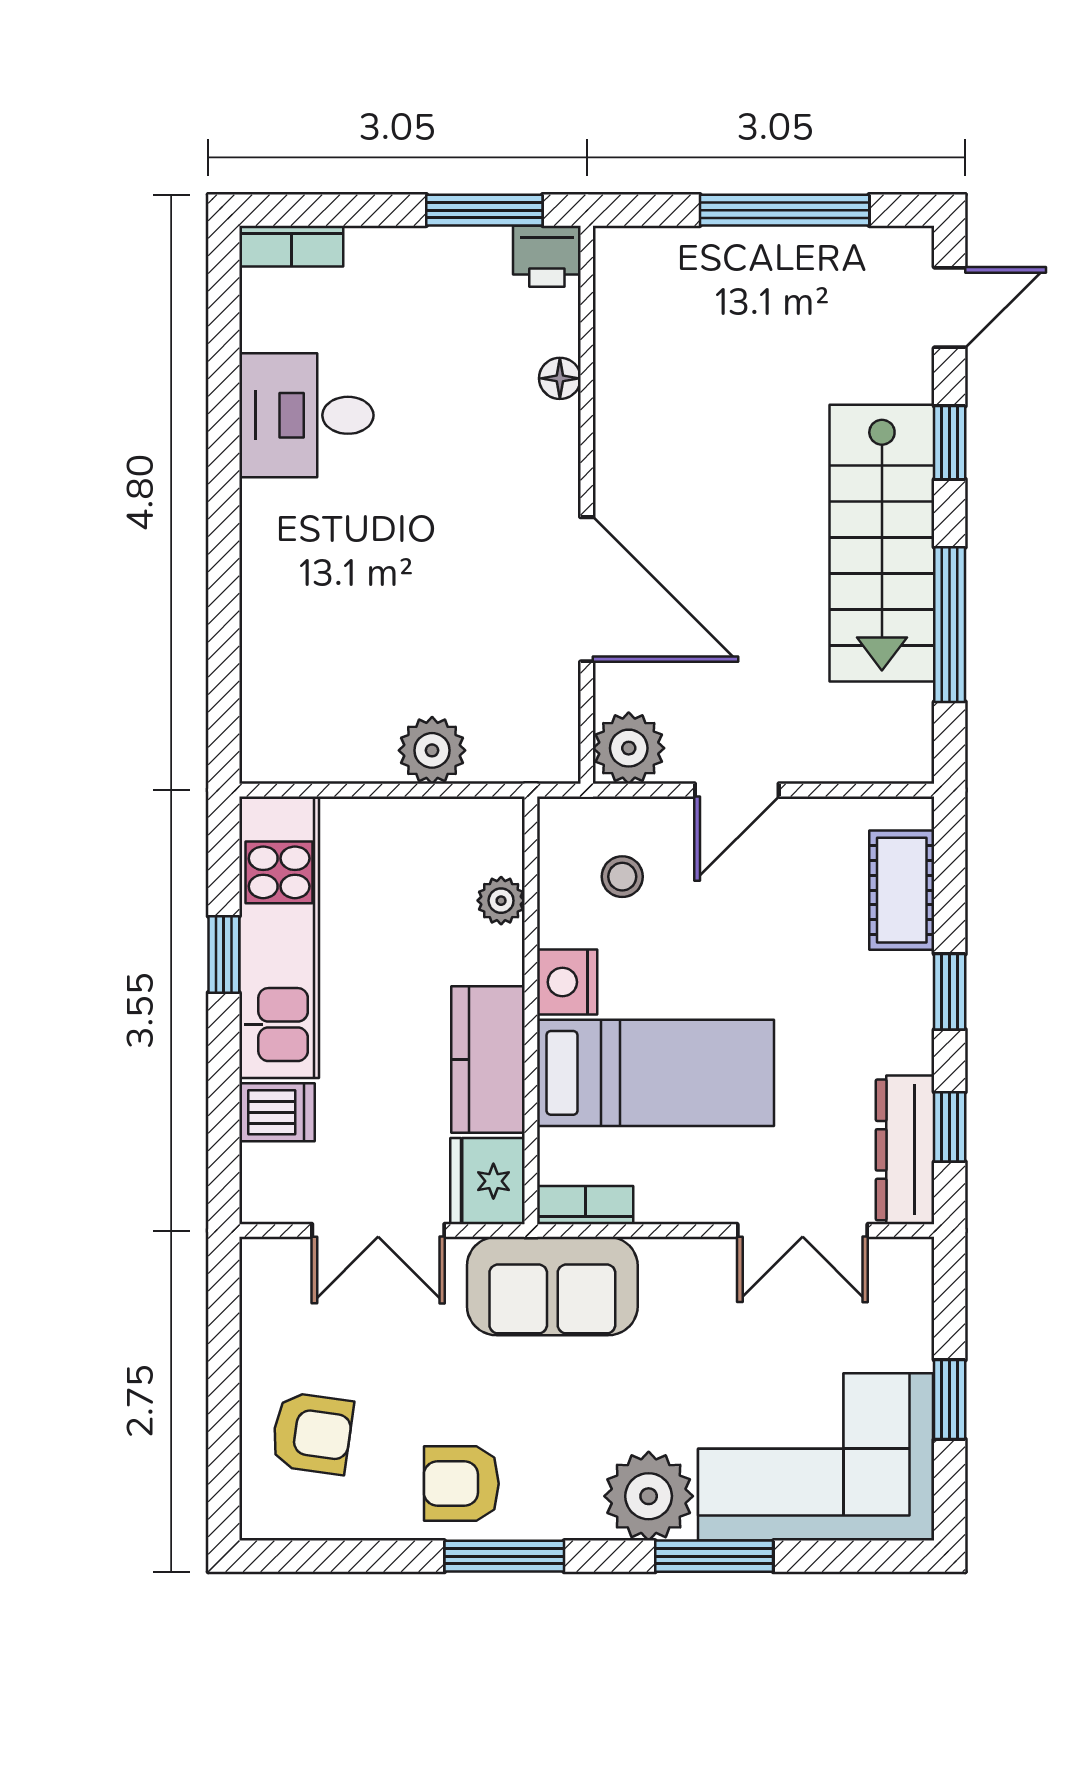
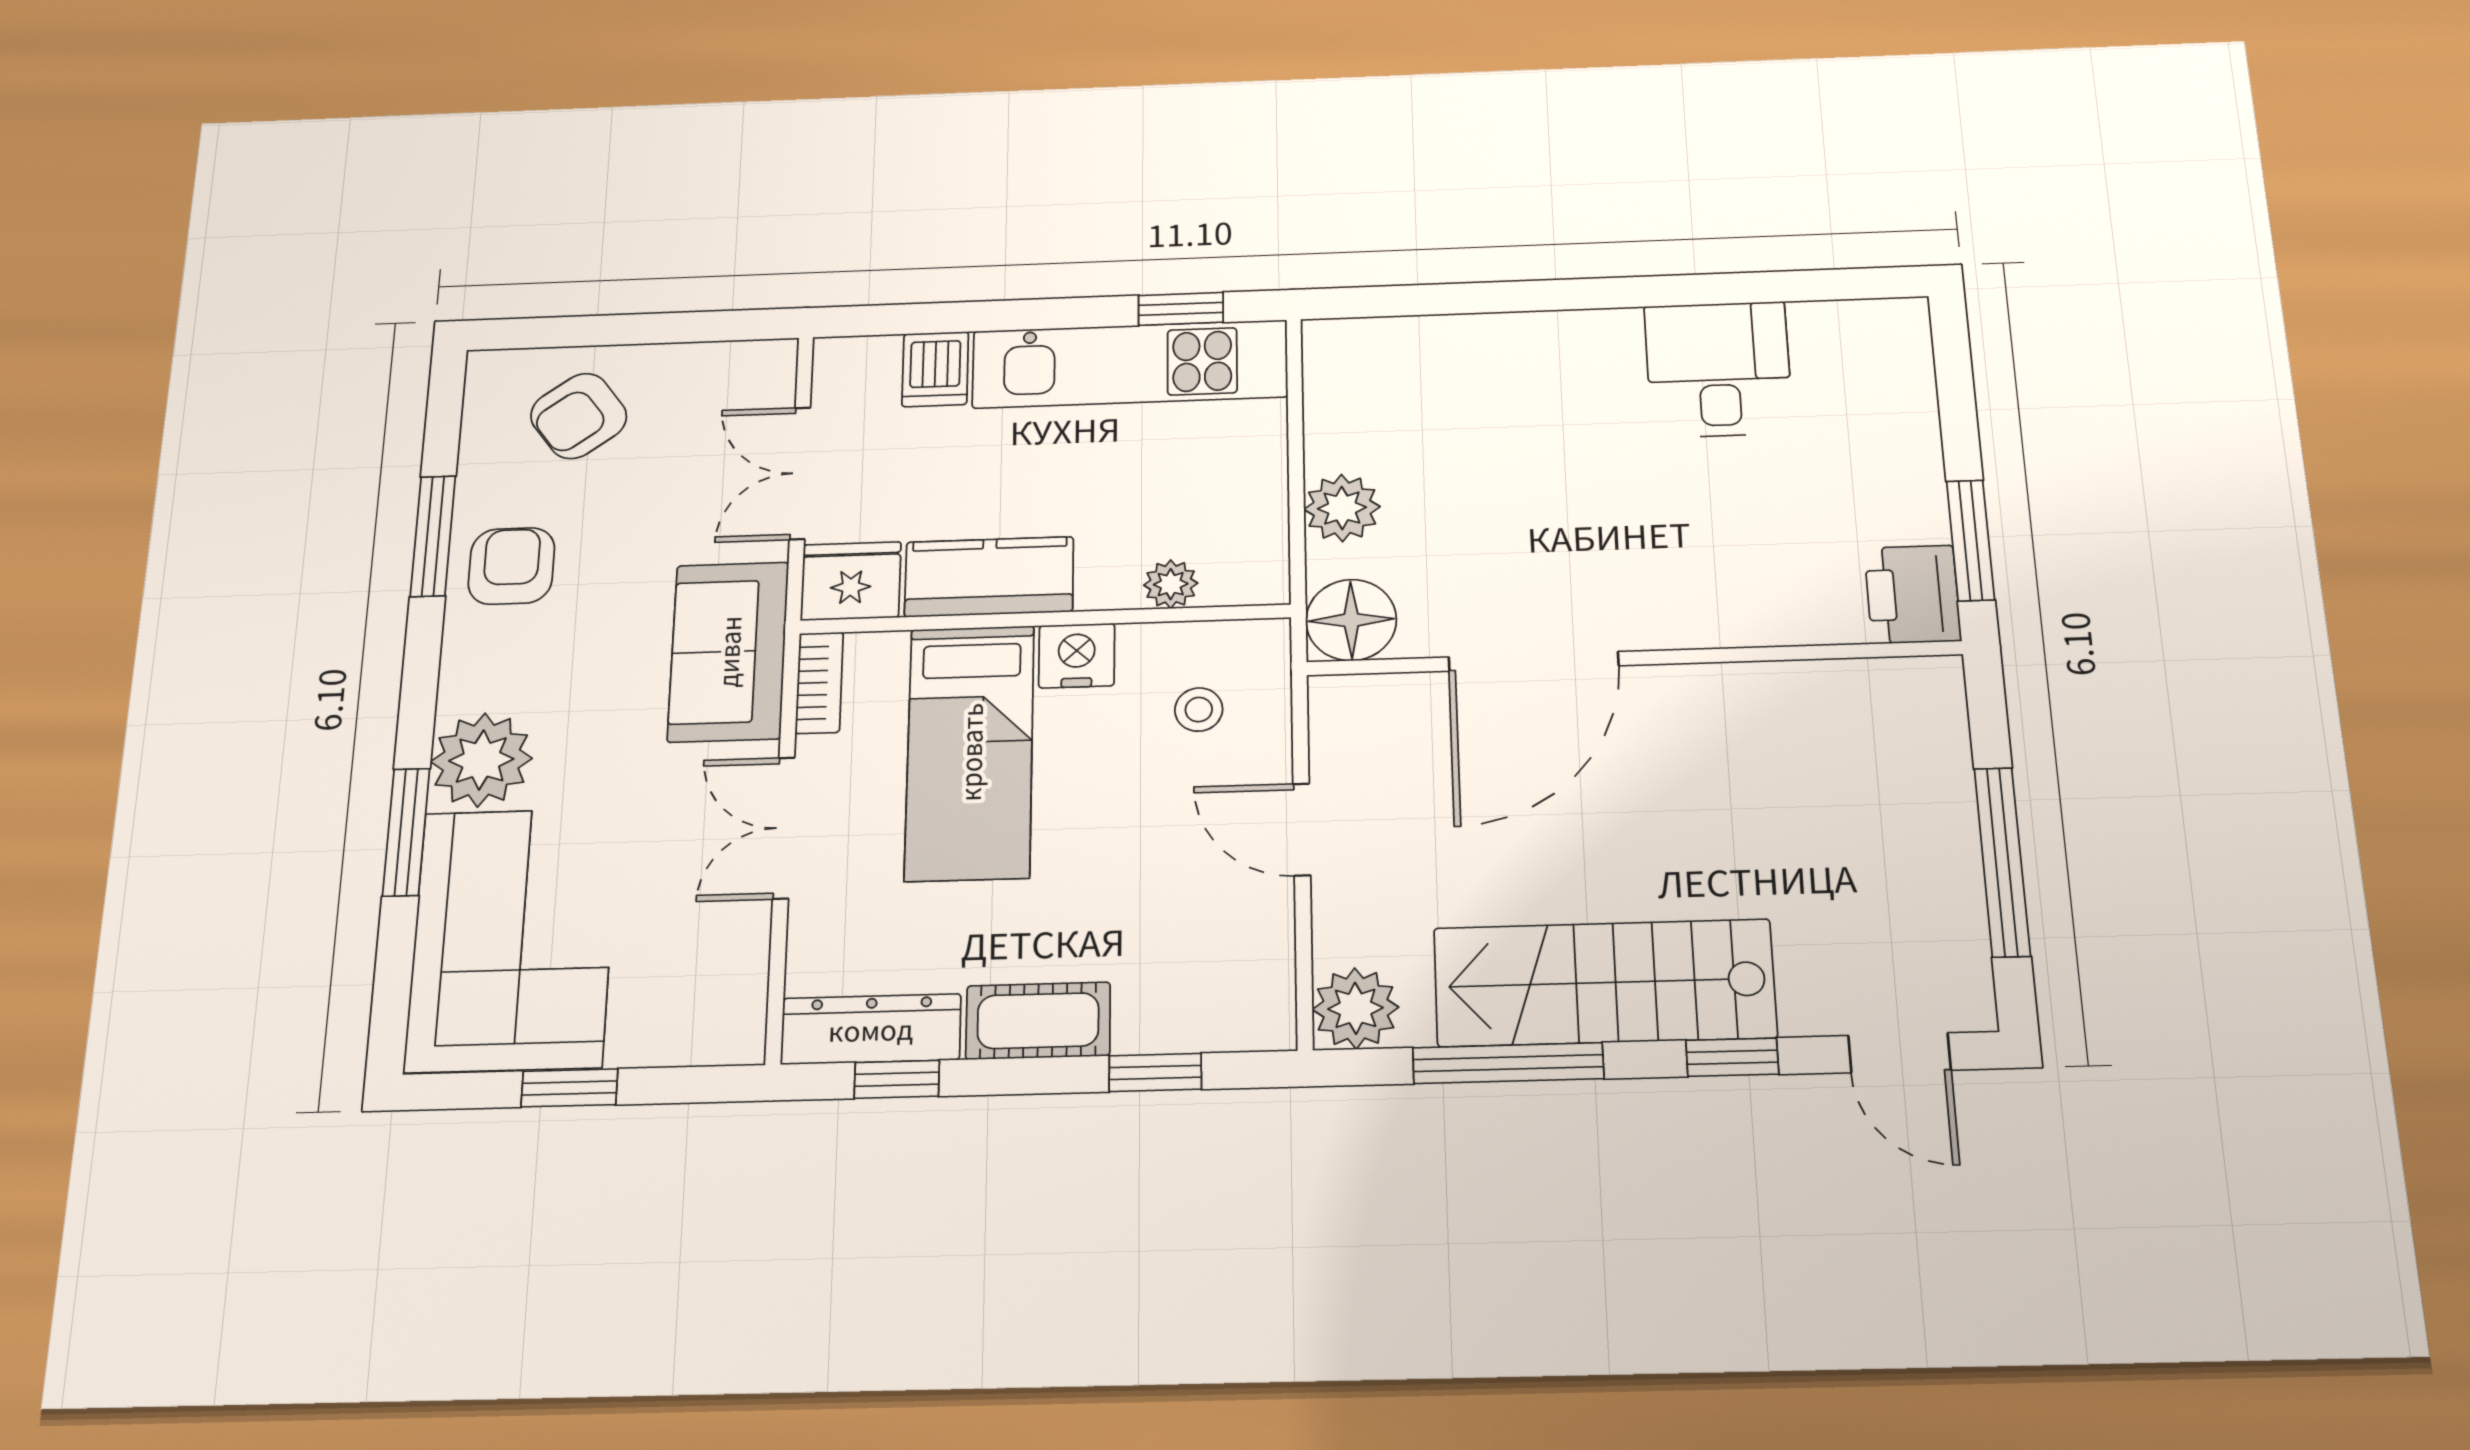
bookcase: (292, 246) -> (1910, 348), removed
printer: (547, 256) -> (1913, 594), width x1.36, depth x1.24
floor lamp: (560, 378) -> (1351, 620), moved, width x1.89, depth x1.89
plant: (629, 748) -> (1356, 1008), moved
cot: (902, 890) -> (1038, 1021), moved
window: (224, 954) -> (1181, 309), moved
window: (950, 992) -> (1155, 1072), moved
double door: (803, 1231) -> (784, 828), moved
armchair: (312, 1433) -> (579, 416), turned 46
window: (504, 1556) -> (433, 536), moved

